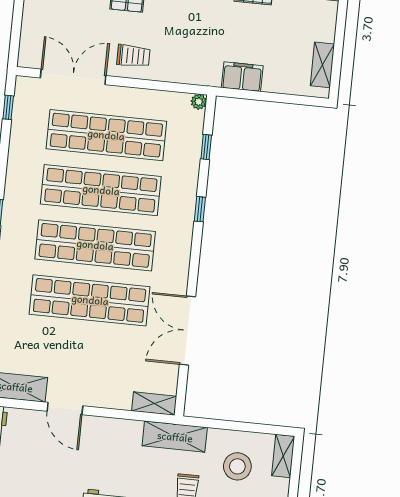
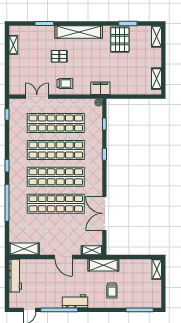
double door: (73, 77) -> (37, 97), width x0.73
filing cabinet: (242, 77) -> (100, 88), moved
door: (65, 409) -> (64, 257), moved
stool: (237, 466) -> (135, 276), removed

